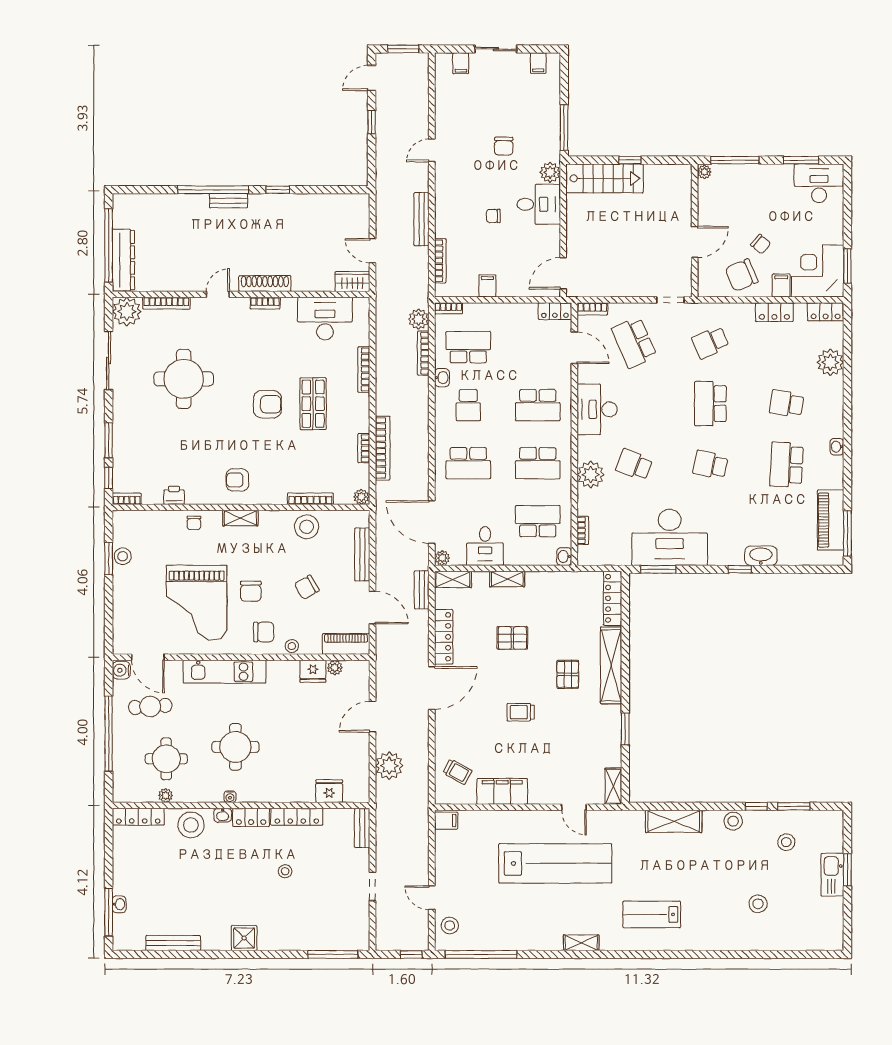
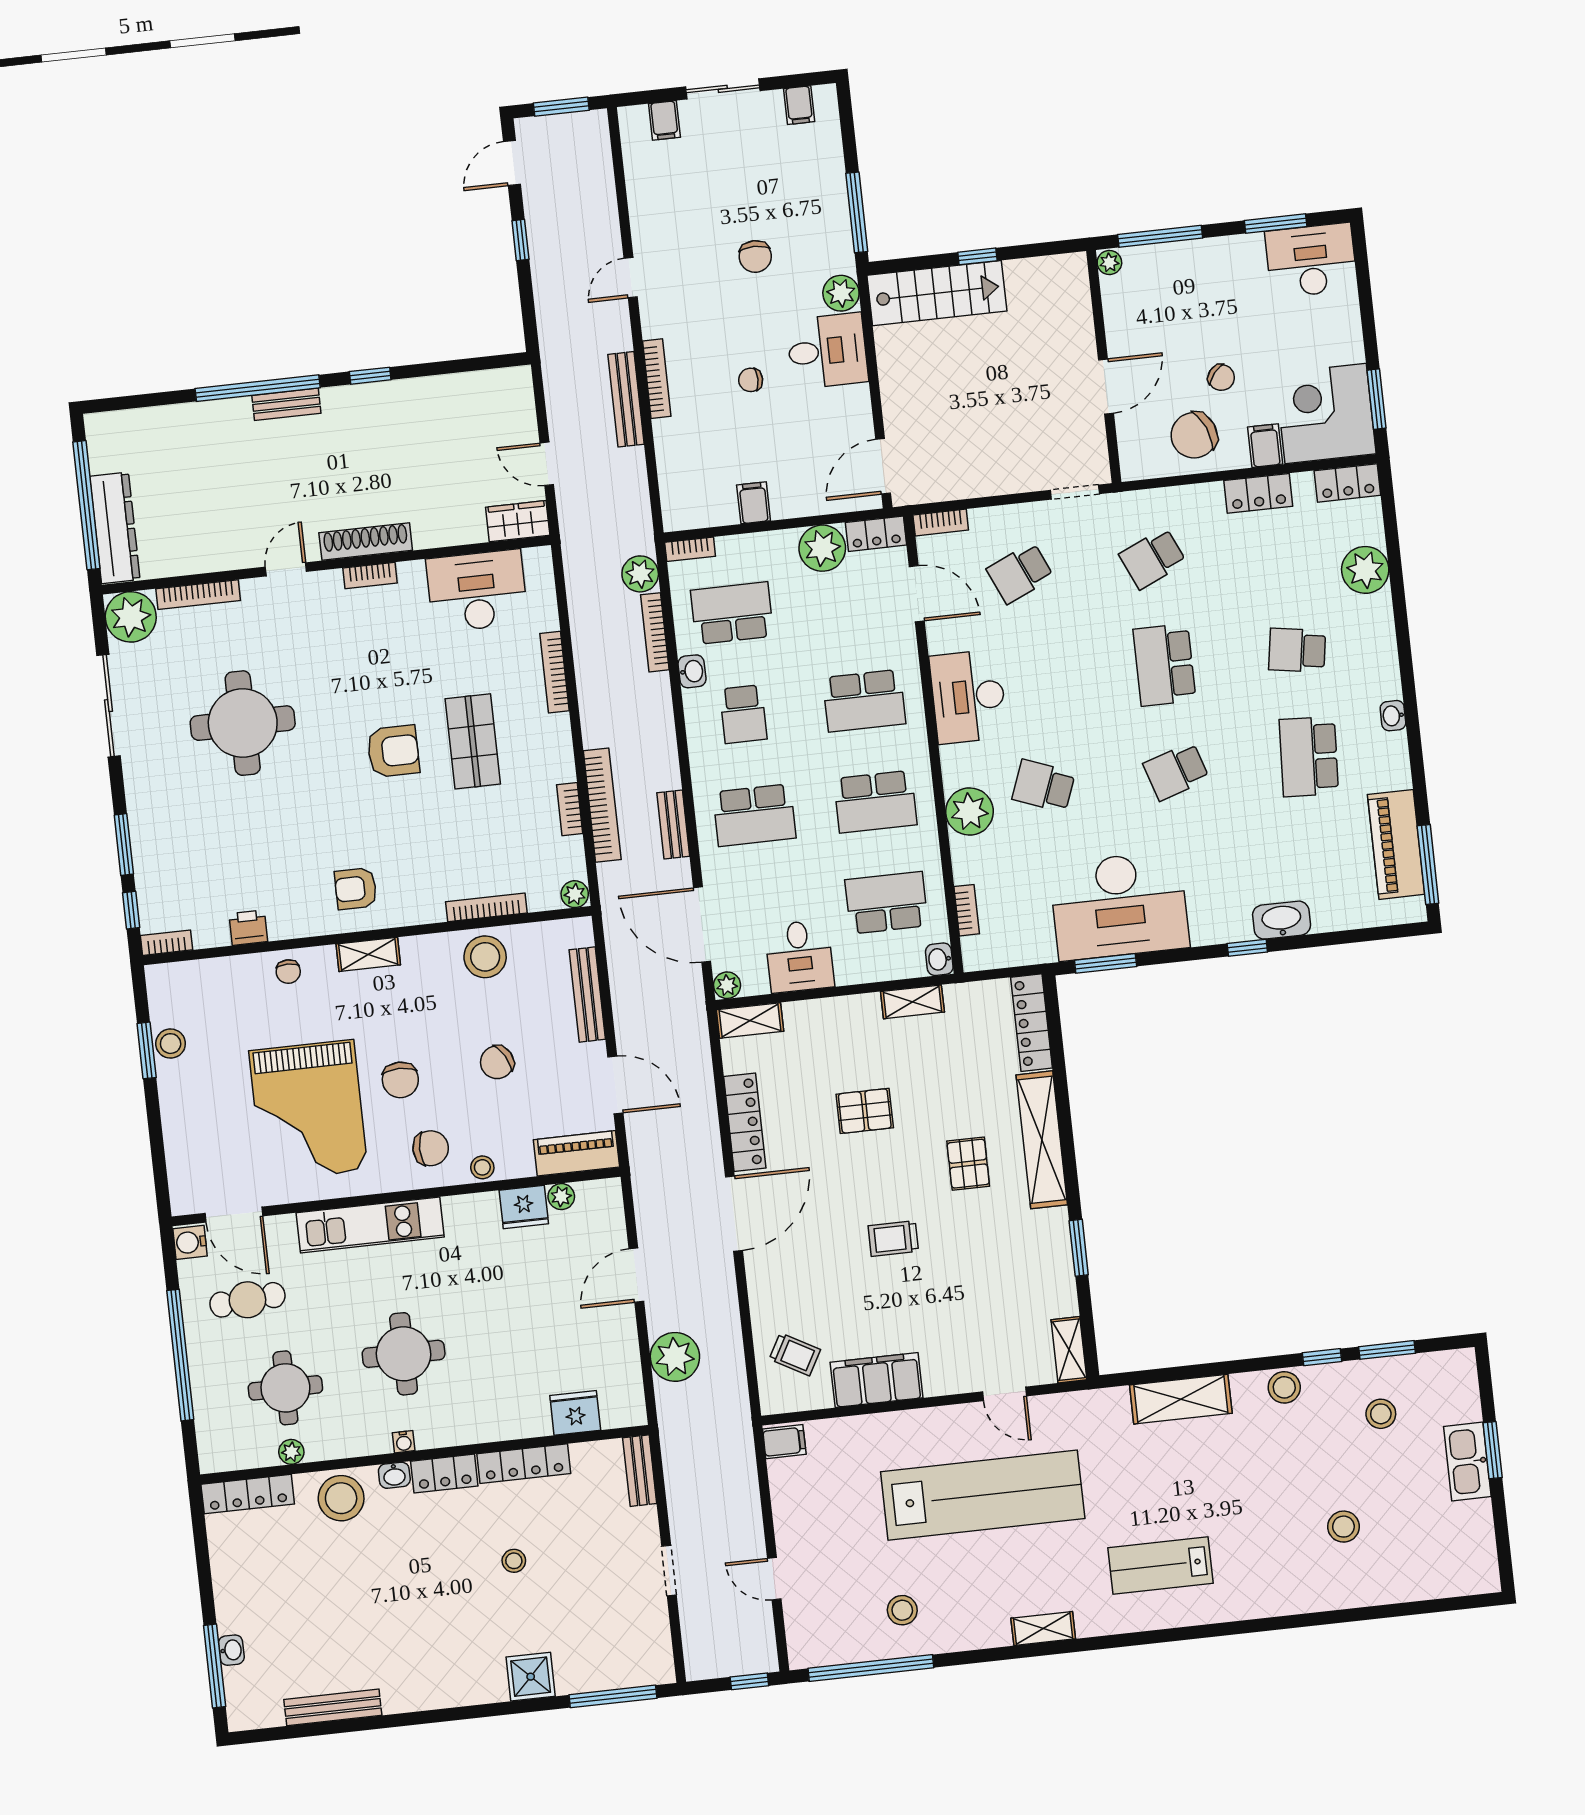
bookcase: (440, 261) -> (657, 379), moved
plant: (524, 316) -> (822, 548), added
school desk: (634, 342) -> (1020, 573), width x0.54
school desk: (710, 465) -> (1176, 771), turned -30
shelving: (507, 579) -> (912, 1002), moved
bench: (422, 590) -> (673, 825), moved
stool: (450, 926) -> (902, 1610), moved
shower: (244, 938) -> (531, 1677), moved

